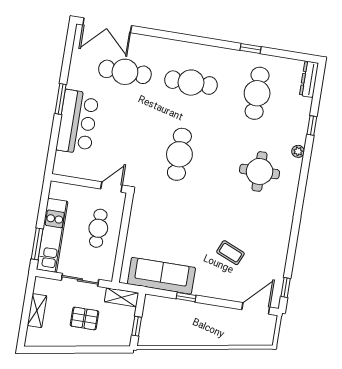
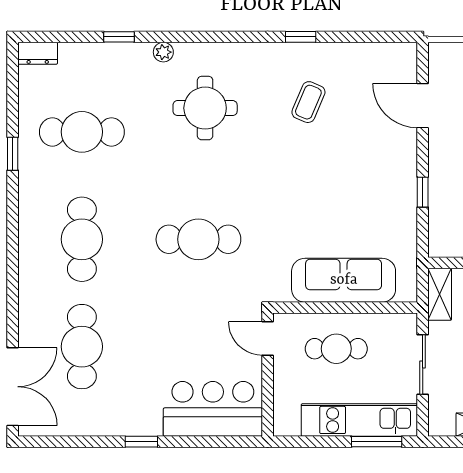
dresser: (309, 79) -> (38, 53), width x0.70
window: (61, 99) -> (141, 442), width x0.67
bar counter: (77, 122) -> (213, 409), moved
coffee table: (230, 253) -> (308, 102), moved
sofa: (161, 276) -> (344, 280), moved, turned 90
window: (286, 287) -> (301, 37), moved
door: (256, 308) -> (423, 106), moved

